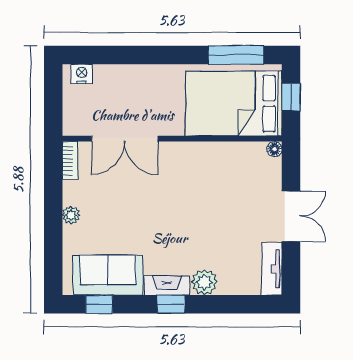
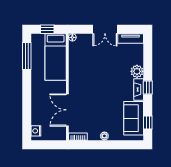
bed: (234, 103) -> (56, 57), width x0.67
double door: (125, 139) -> (67, 110), swing flipped
double door: (291, 216) -> (105, 29), swing flipped

